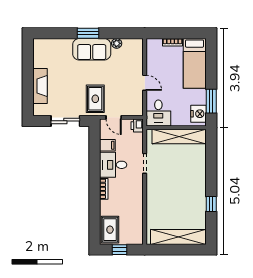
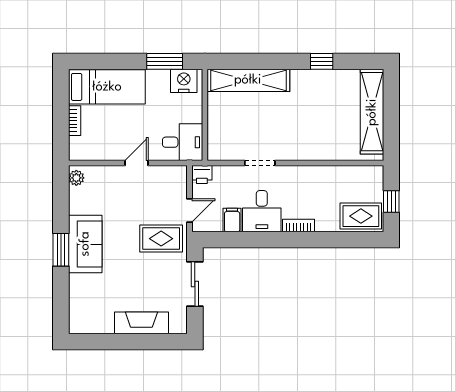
plant: (117, 43) -> (76, 178), moved
shelving: (179, 136) -> (248, 80), moved, turned 90

